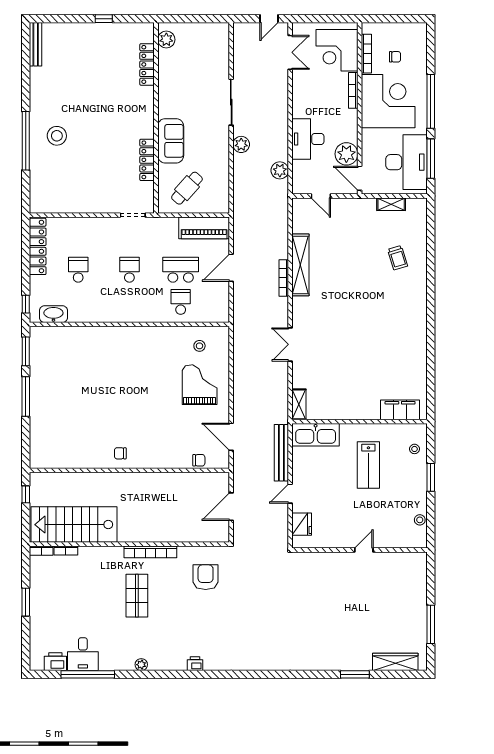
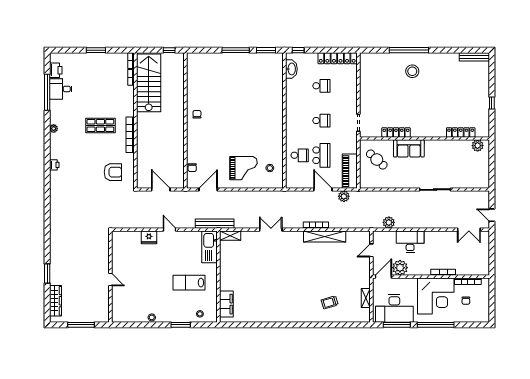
corner desk: (337, 50) -> (470, 261), removed
plant: (241, 144) -> (344, 196), moved
bench: (281, 453) -> (215, 224), moved
wall: (360, 550) -> (110, 277), moved
door: (364, 550) -> (110, 280), moved

